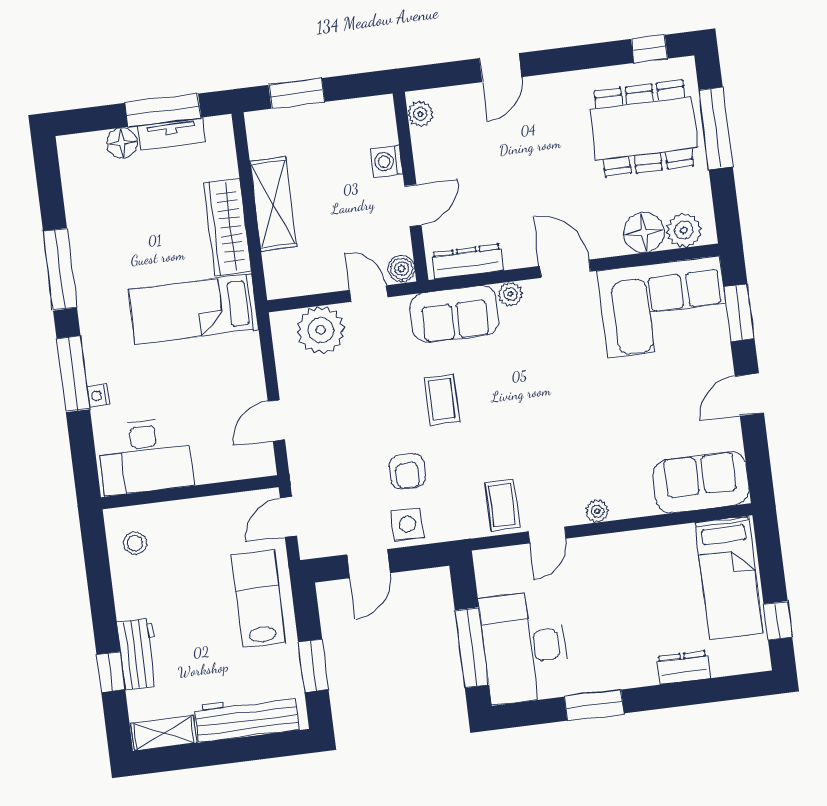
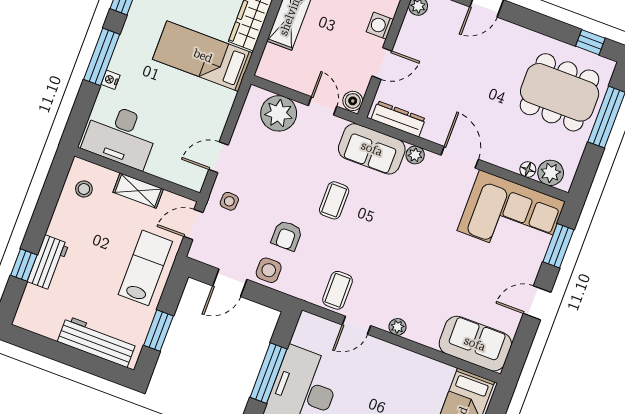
floor lamp: (644, 232) -> (528, 170), width x0.53, depth x0.53
side table: (317, 466) -> (229, 201), added
shelving: (164, 733) -> (138, 191), moved

